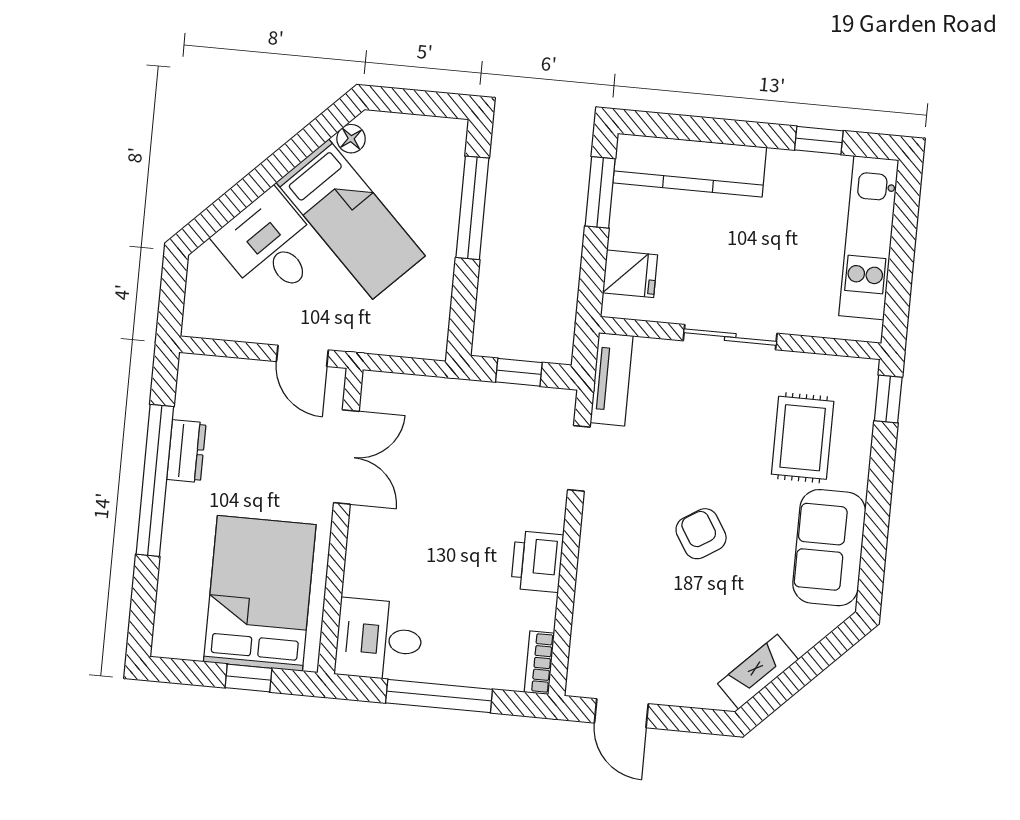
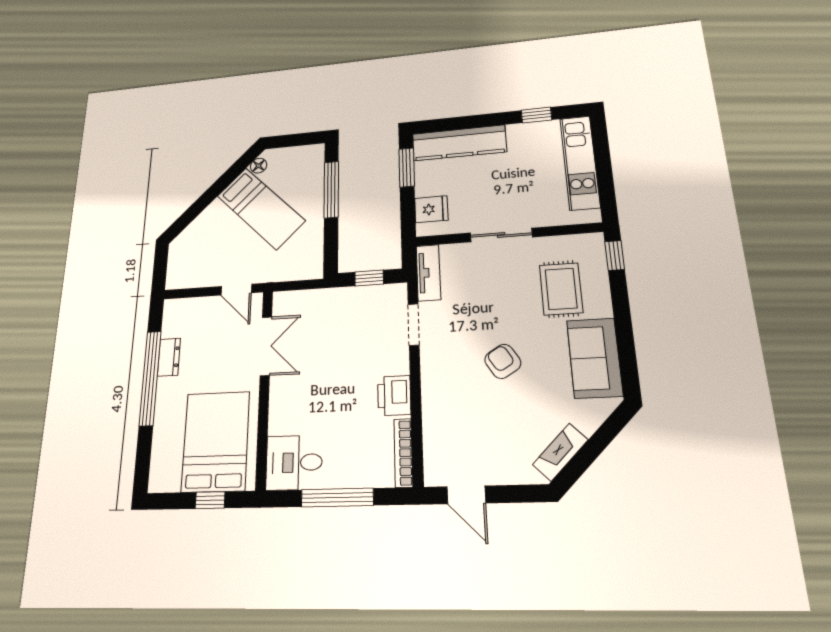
desk: (270, 246) -> (215, 231), removed
bookcase: (539, 663) -> (403, 453), width x1.56

